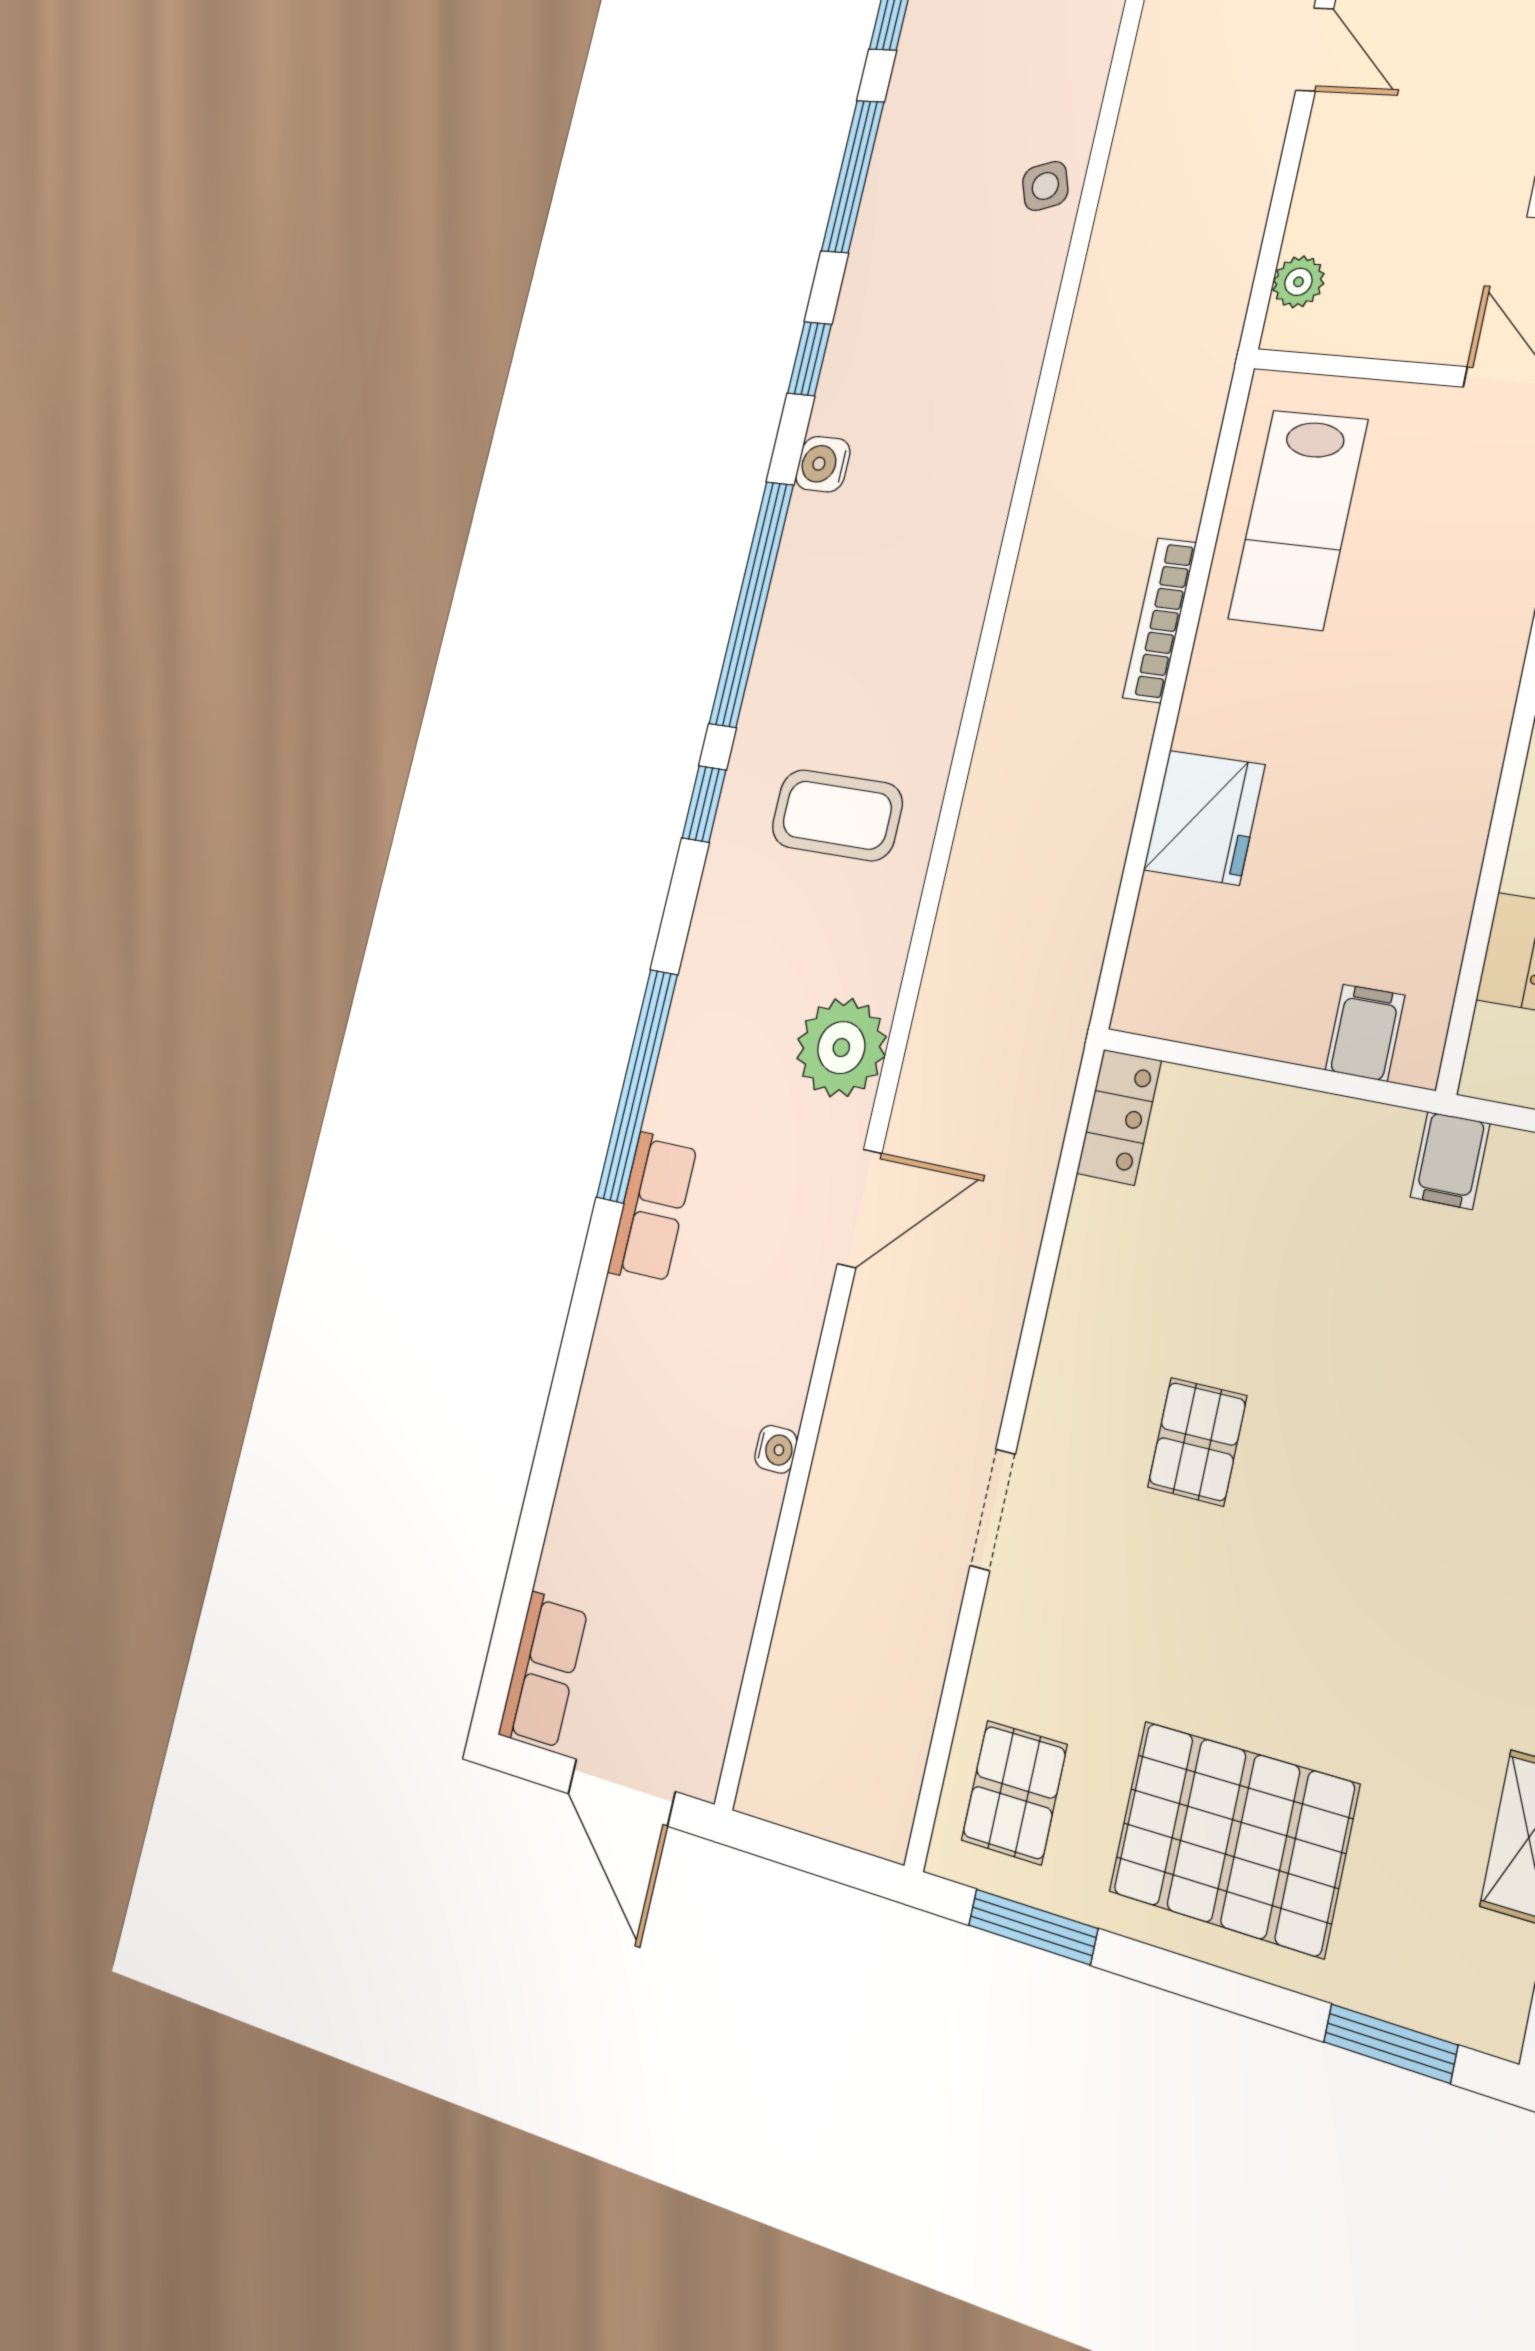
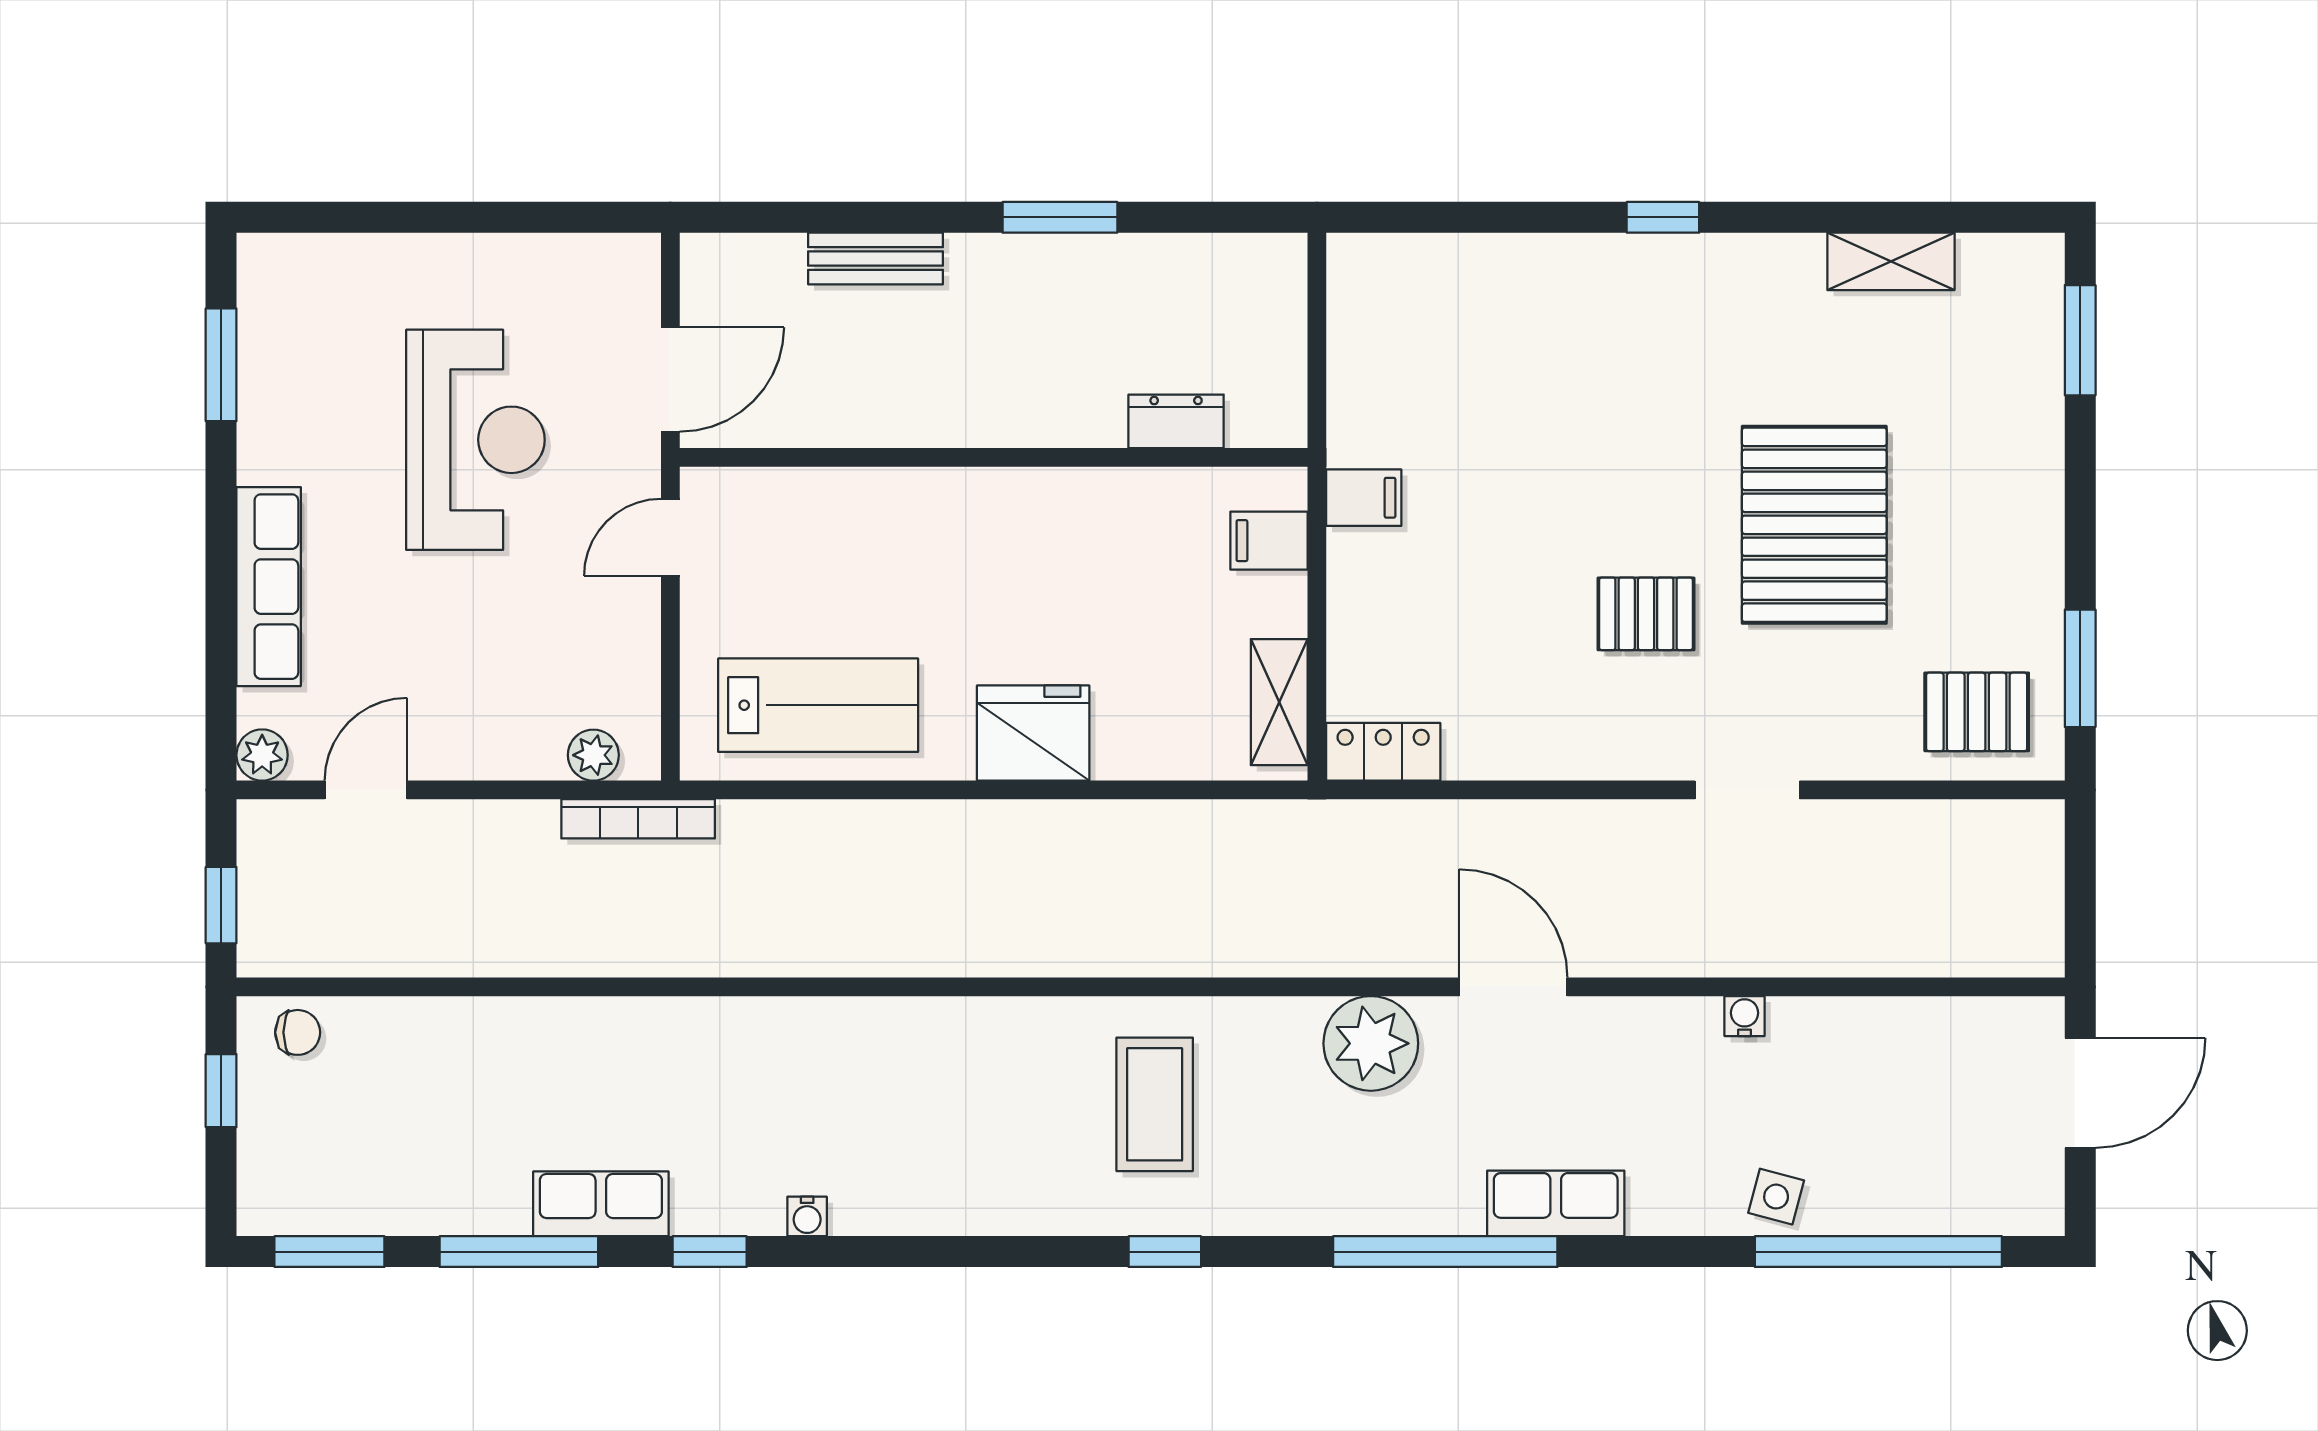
side table: (1045, 186) -> (1776, 1197), moved, turned 34
water cooler: (823, 464) -> (807, 1216), width x0.72, depth x0.72
window: (751, 604) -> (1878, 1252), moved
bookcase: (1159, 620) -> (638, 819), moved
fridge: (1204, 817) -> (1033, 733), moved
shelving: (1194, 1013) -> (1279, 702), added
filing cabinet: (1450, 1160) -> (1364, 498), moved
row of seats: (543, 1671) -> (601, 1204), moved
pallet: (1233, 1838) -> (1814, 525), moved

